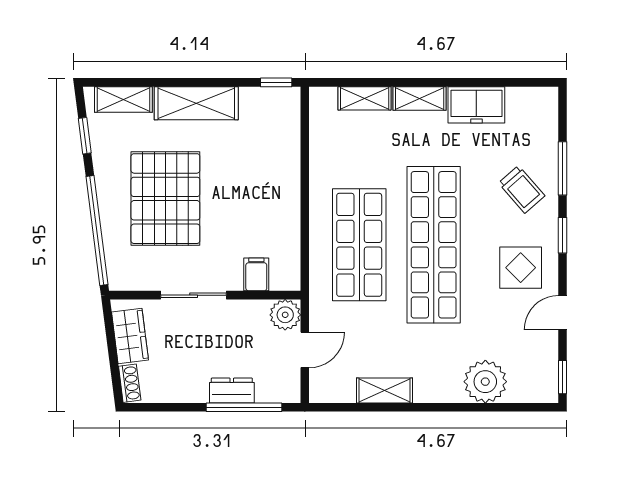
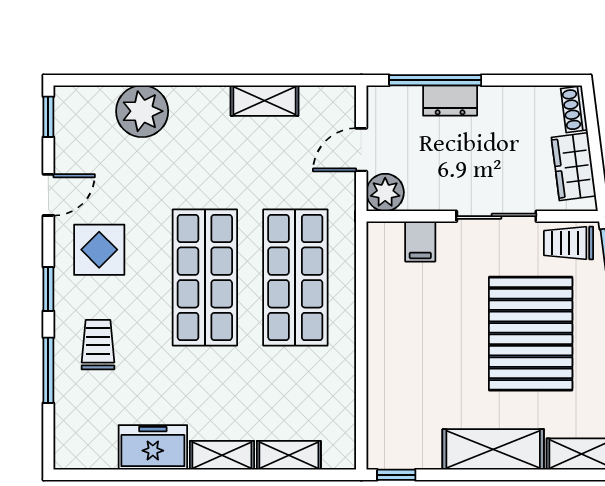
trolley: (522, 189) -> (98, 345), turned 41
shop shelf: (434, 245) -> (205, 277), width x0.71
trolley: (134, 273) -> (569, 243), added

